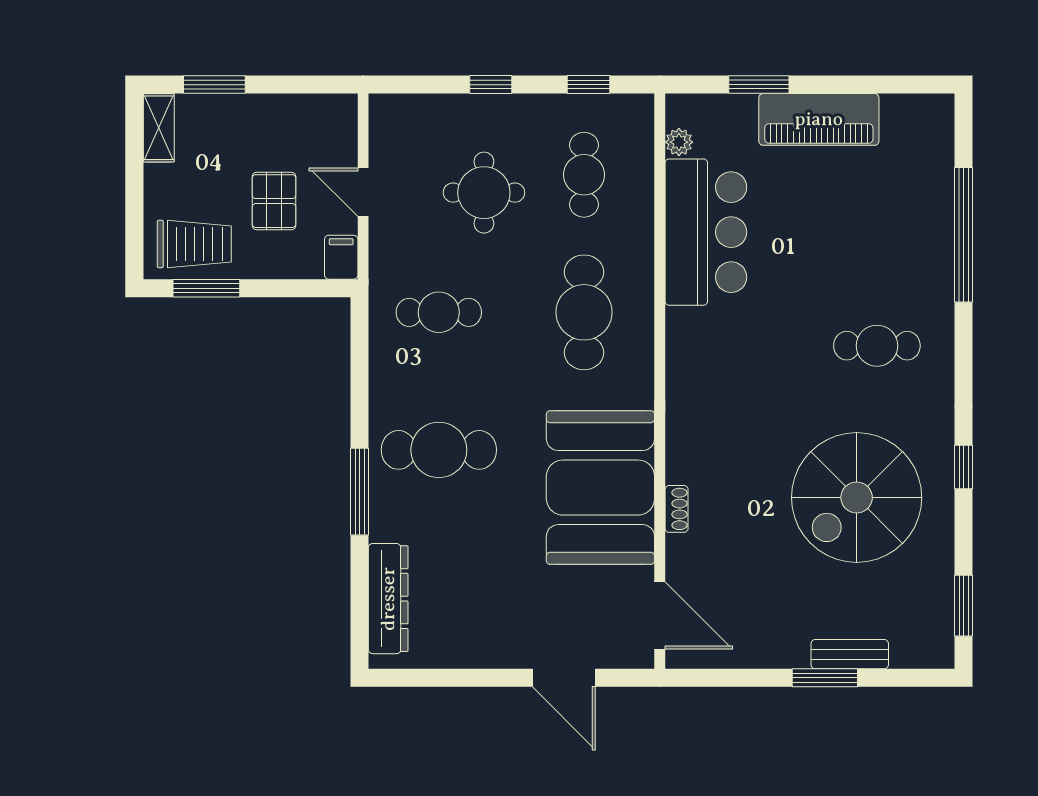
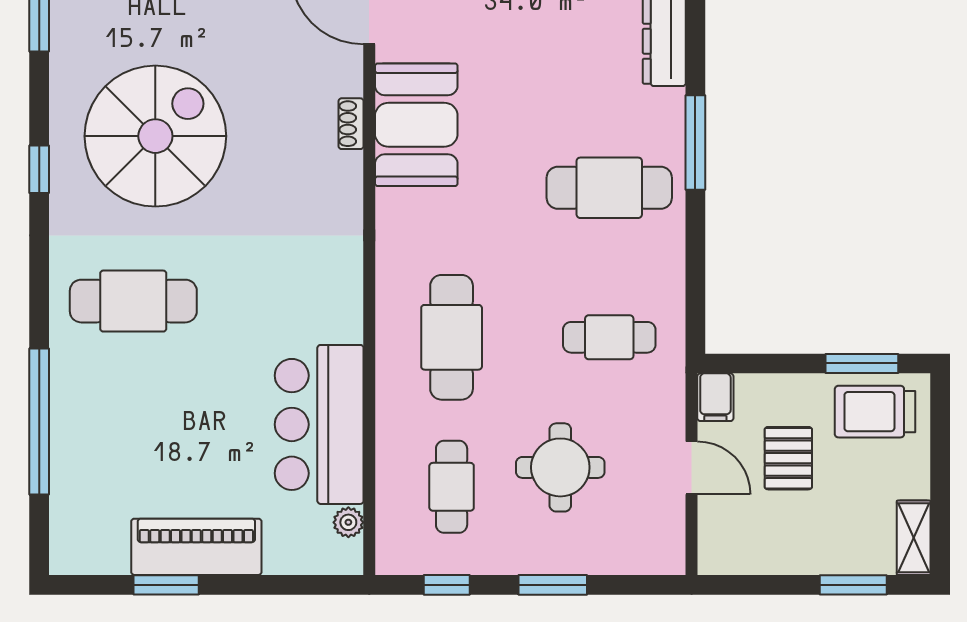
window: (491, 85) -> (553, 585), width x1.50
window: (759, 85) -> (166, 585), moved
cafe table: (877, 346) -> (133, 301), width x1.37, depth x1.35
booth: (600, 488) -> (416, 125), width x0.73, depth x0.70

